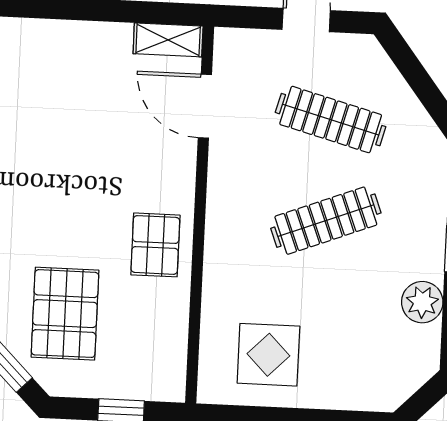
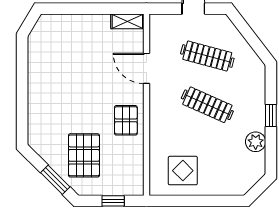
door: (205, 106) -> (147, 68), moved
clothes rail: (326, 221) -> (207, 105), turned 45

